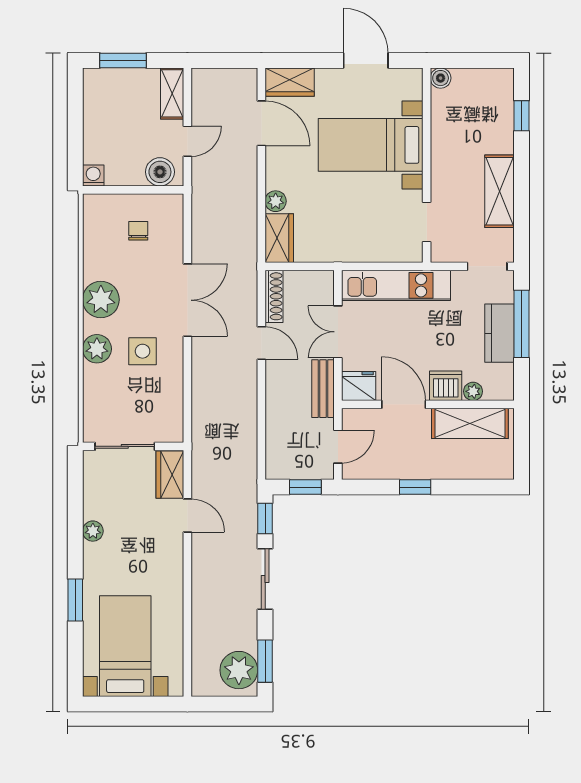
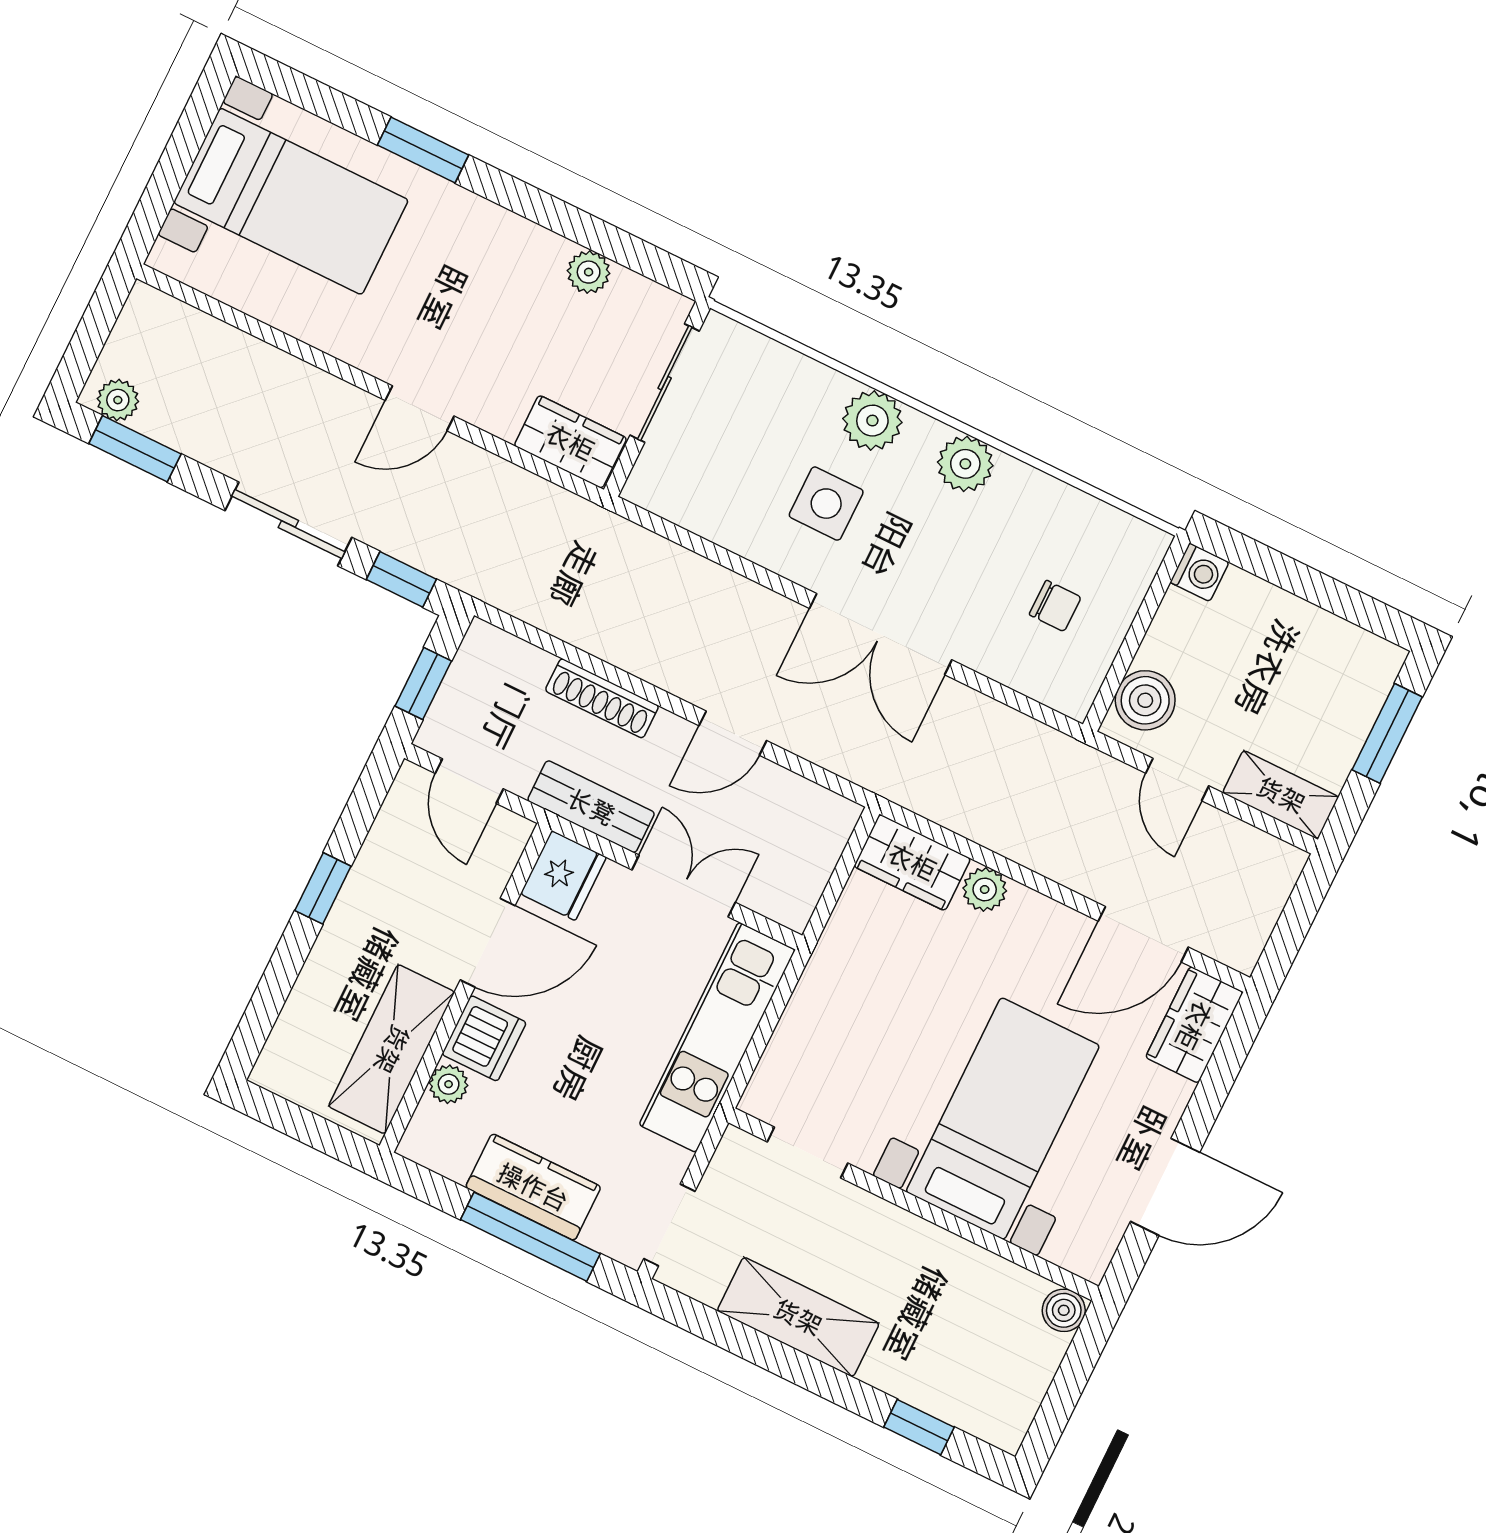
shoe rack: (274, 296) -> (602, 698), moved
plant: (101, 300) -> (965, 464), width x0.73, depth x0.73
door: (187, 516) -> (420, 408), moved
plant: (93, 531) -> (589, 272), moved
plant: (239, 670) -> (118, 400), width x0.53, depth x0.53

